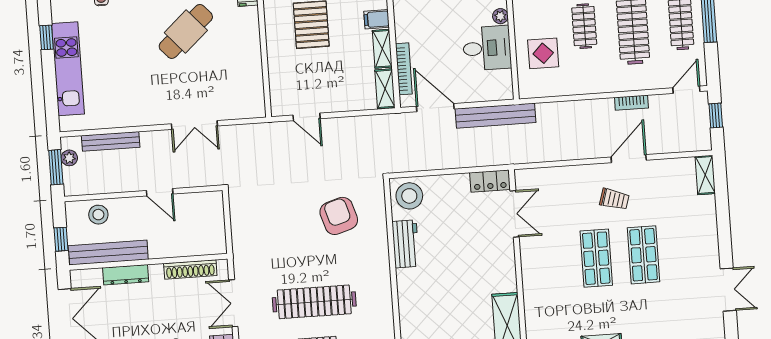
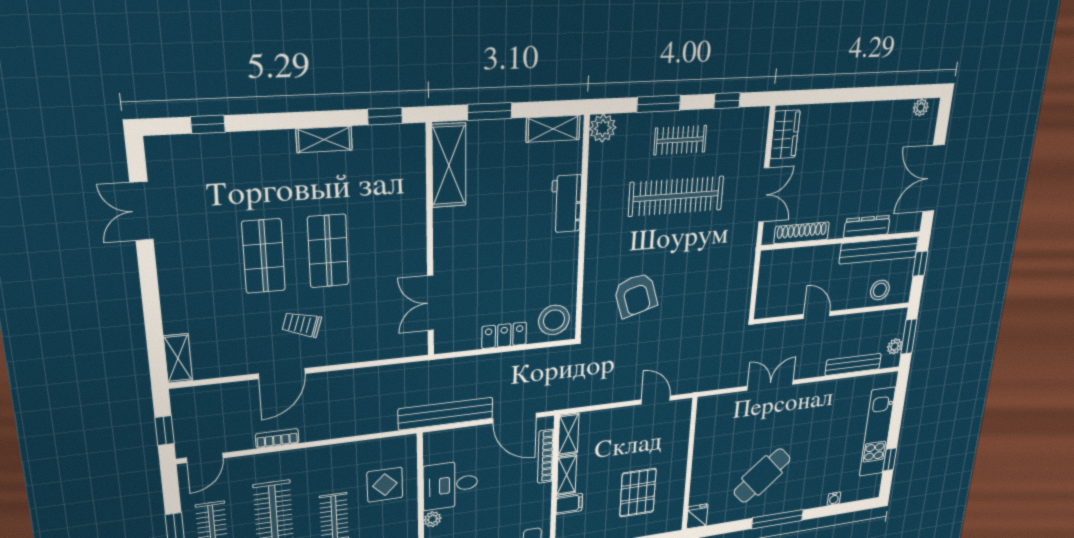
locker: (490, 181) -> (504, 335), moved
workbench: (406, 244) -> (566, 204), moved

